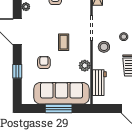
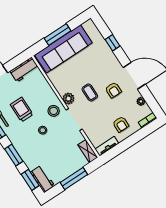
armchair: (44, 62) -> (113, 90), moved
plant: (85, 66) -> (68, 99), moved
workbench: (99, 83) -> (24, 70), moved, turned -90

